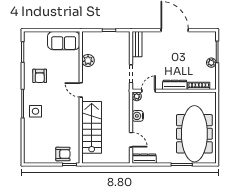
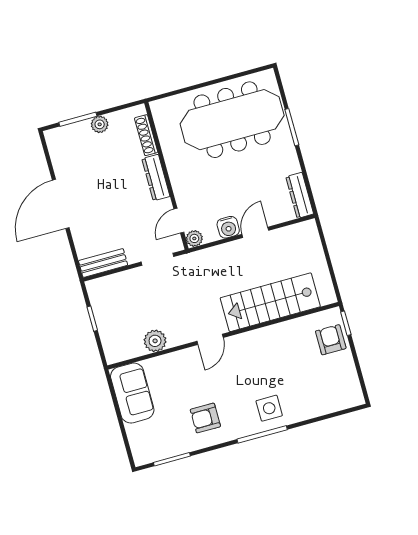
armchair: (40, 76) -> (205, 418), turned 180
door: (148, 91) -> (179, 221), hinge flipped
door: (131, 140) -> (255, 232), moved

